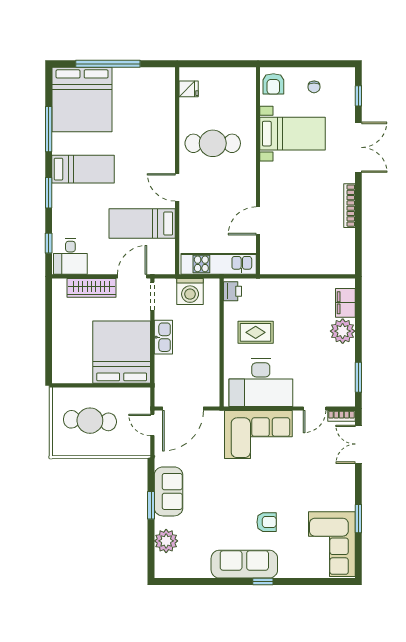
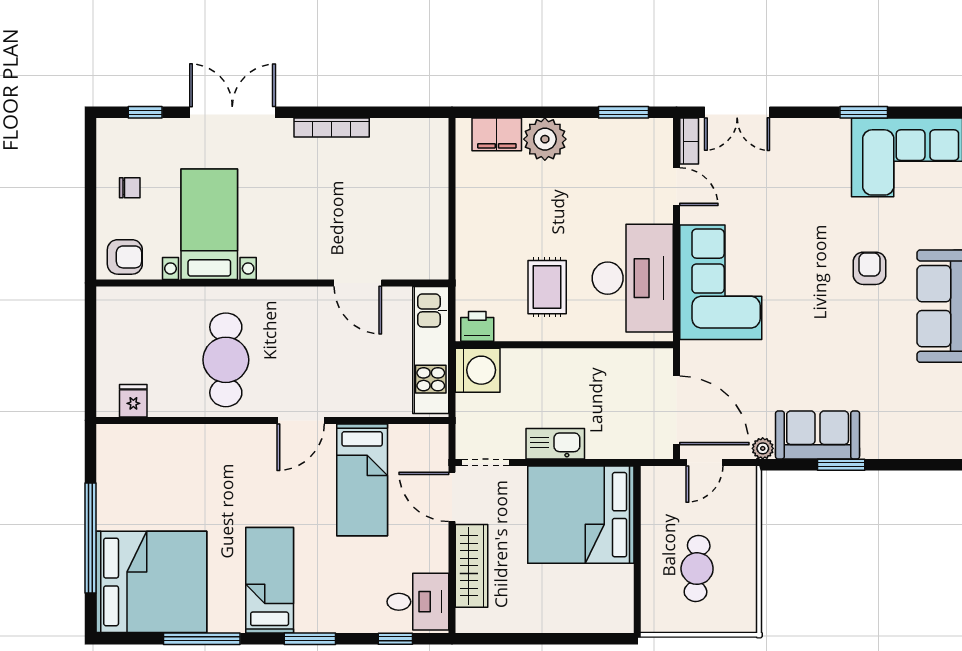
washing machine: (190, 291) -> (478, 370), moved
cafe table: (90, 421) -> (697, 569), width x0.73, depth x0.74
plant: (166, 541) -> (763, 448), moved, width x0.53, depth x0.53

